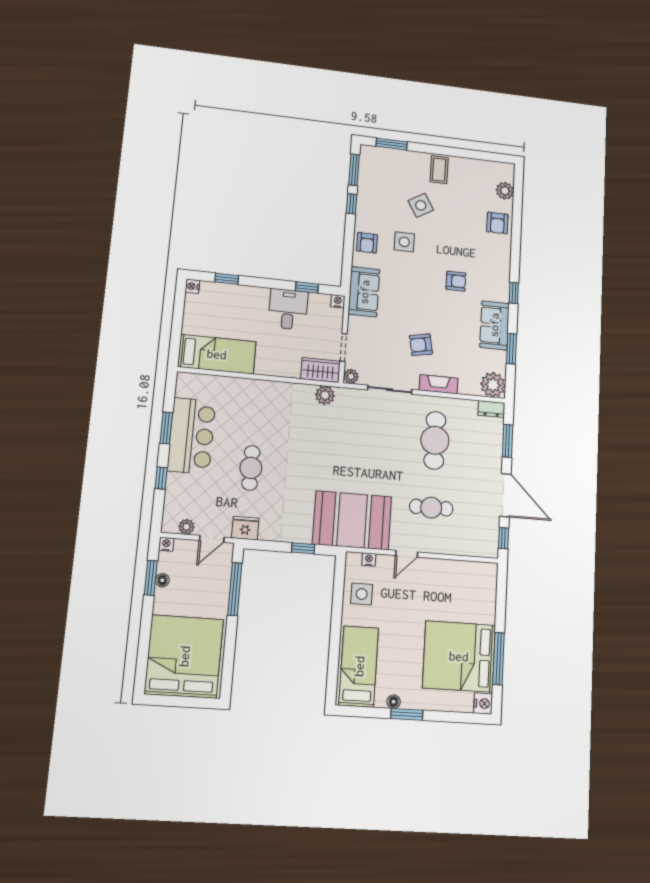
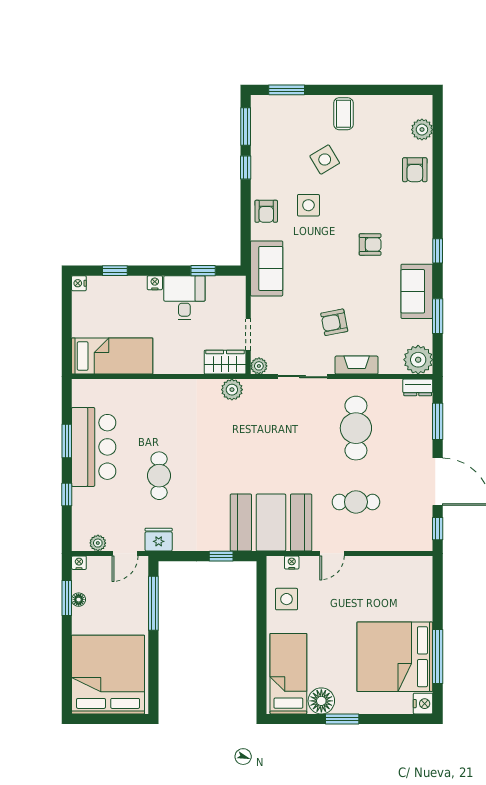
nightstand: (338, 301) -> (155, 283), moved
floor lamp: (394, 702) -> (321, 701), width x1.89, depth x1.89

